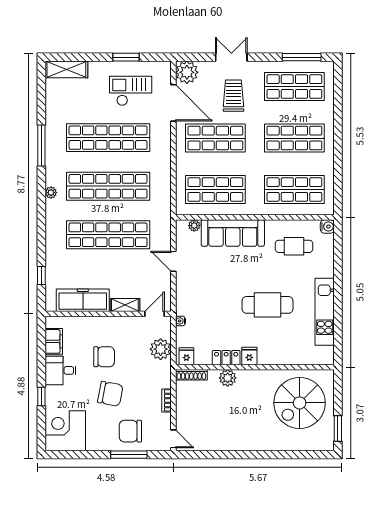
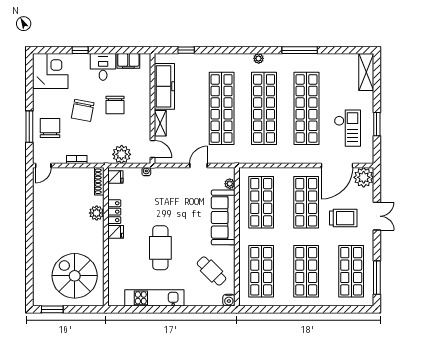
cafe table: (294, 246) -> (212, 271), turned -45

